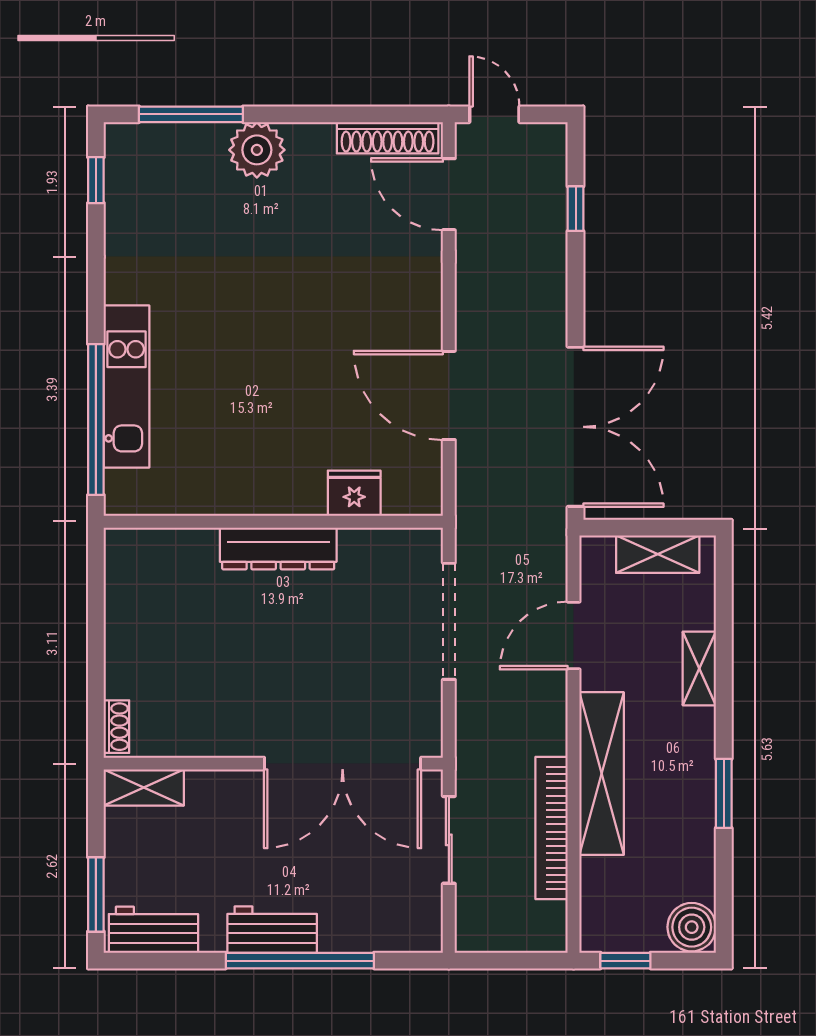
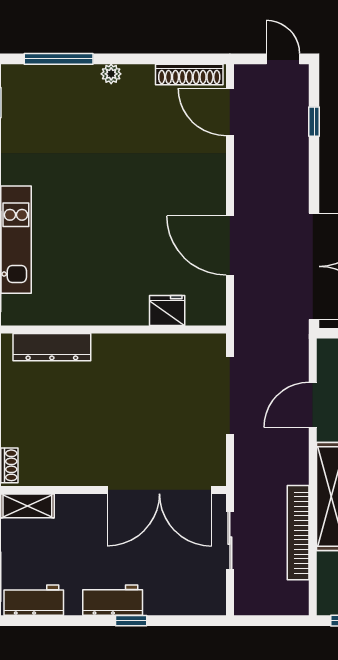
door: (494, 114) -> (283, 59), moved
plant: (257, 150) -> (111, 74), width x0.53, depth x0.53
dresser: (278, 549) -> (52, 347), moved
window: (300, 961) -> (131, 621), width x0.32

